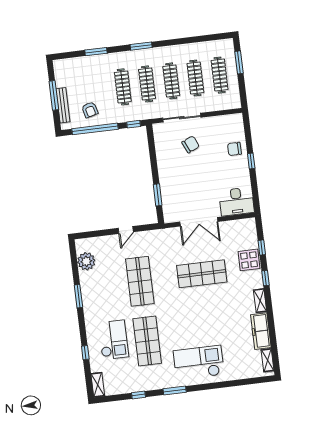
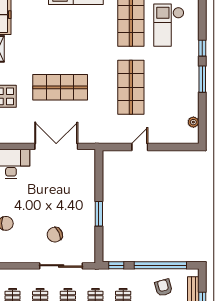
window: (158, 195) -> (99, 214), moved
plant: (86, 261) -> (193, 122), width x0.53, depth x0.53
window: (85, 353) -> (202, 48), moved

